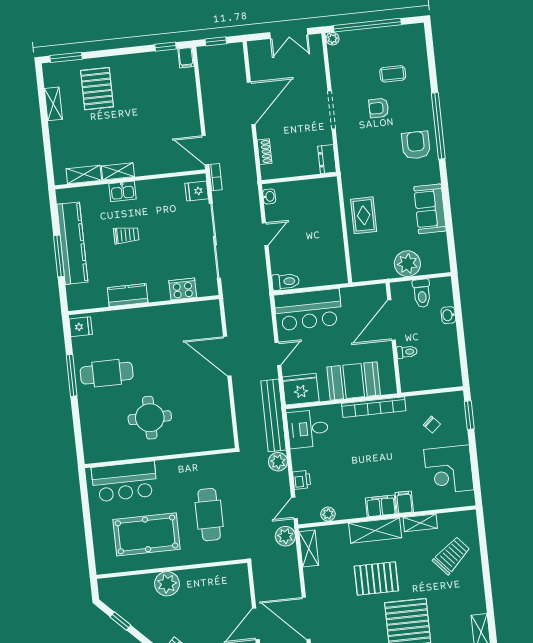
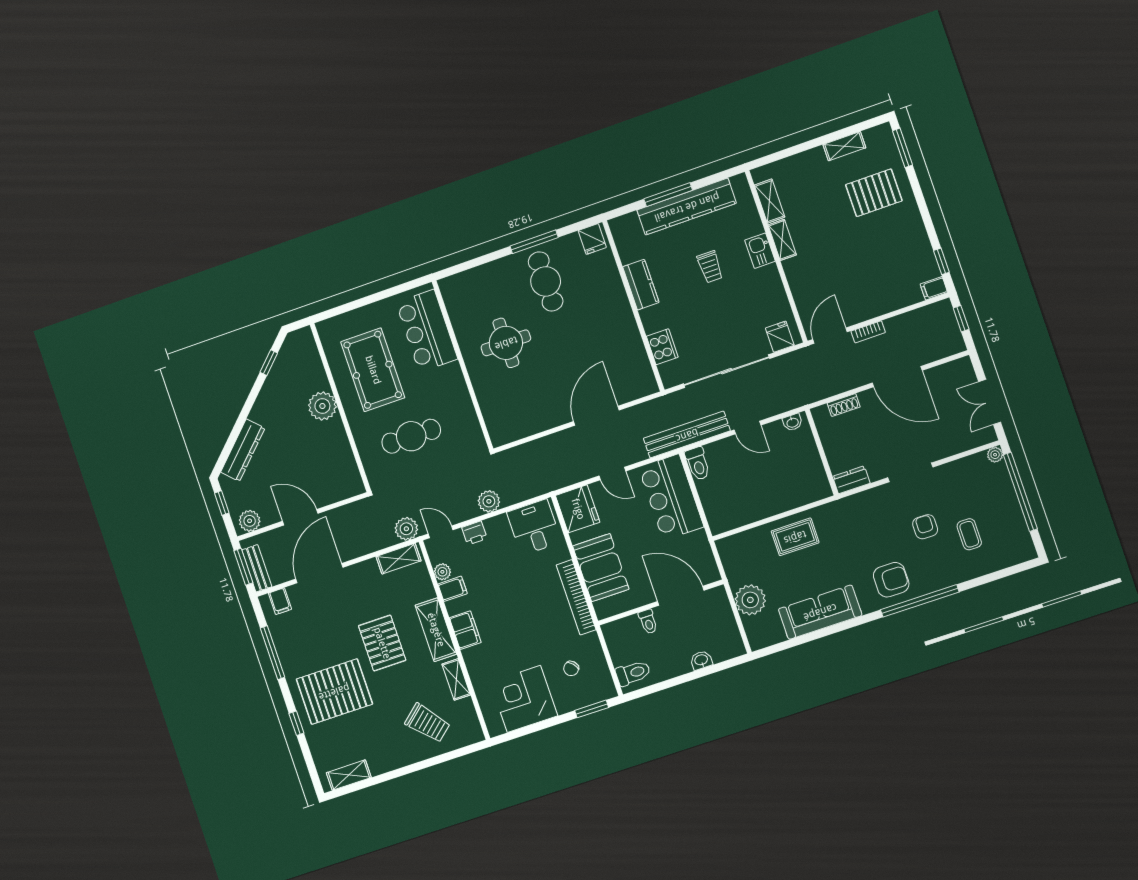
bookcase: (215, 177) -> (868, 332), moved
sofa: (430, 209) -> (820, 612), width x1.36
toilet: (422, 293) -> (633, 673), moved, turned 180
bench: (274, 415) -> (687, 435), moved
filing cabinet: (404, 502) -> (453, 589), moved

